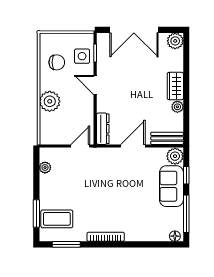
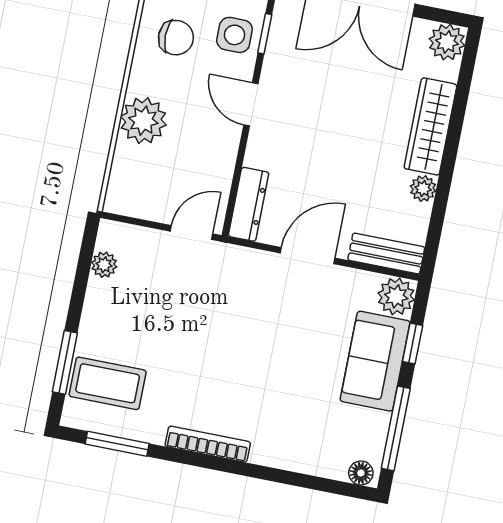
wardrobe: (175, 86) -> (430, 126), width x1.50

